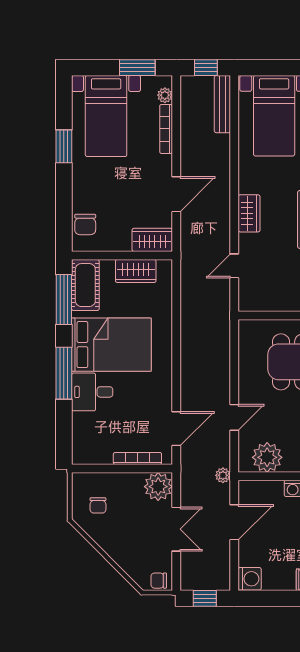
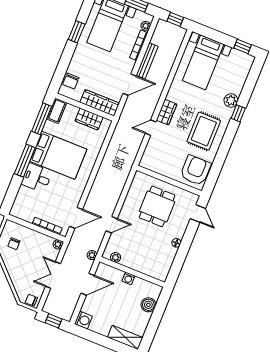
bench: (222, 104) -> (147, 61), moved
wardrobe: (152, 240) -> (100, 103), width x1.50
door: (234, 266) -> (151, 128), moved
cot: (85, 285) -> (57, 111), width x0.73, depth x0.75
plant: (267, 457) -> (116, 257), width x0.53, depth x0.53
plant: (158, 487) -> (58, 244), width x0.53, depth x0.53
double door: (176, 529) -> (53, 275), swing flipped

